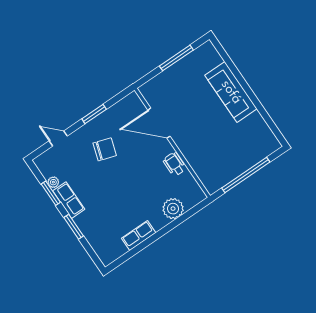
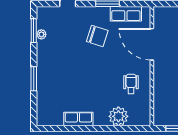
wheelchair: (174, 164) -> (131, 84), moved
window: (51, 193) -> (34, 31), moved
row of seats: (69, 200) -> (126, 14), moved, turned 90

